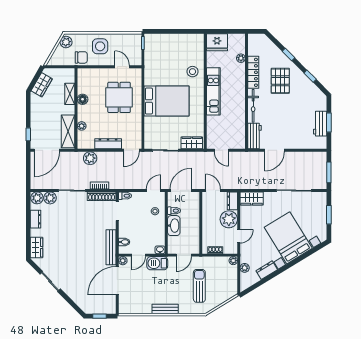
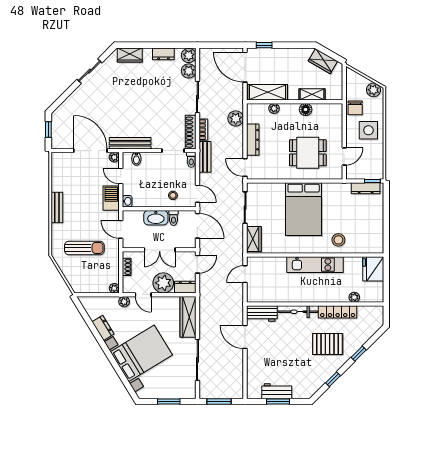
dresser: (149, 49) -> (366, 188), added
bench: (123, 184) -> (205, 157), added
wardrobe: (252, 199) -> (188, 317), width x1.50
double door: (201, 222) -> (160, 250), added
plant: (245, 268) -> (124, 302), moved

